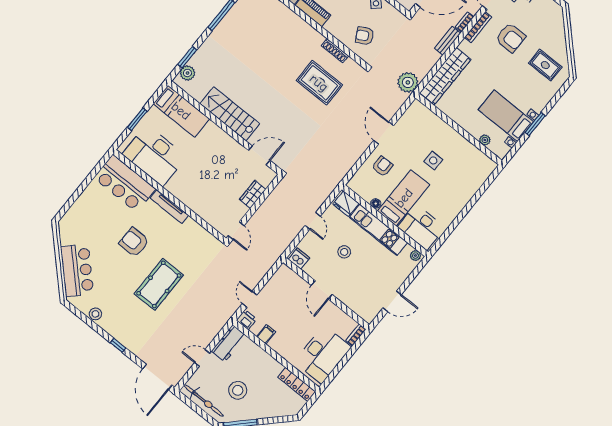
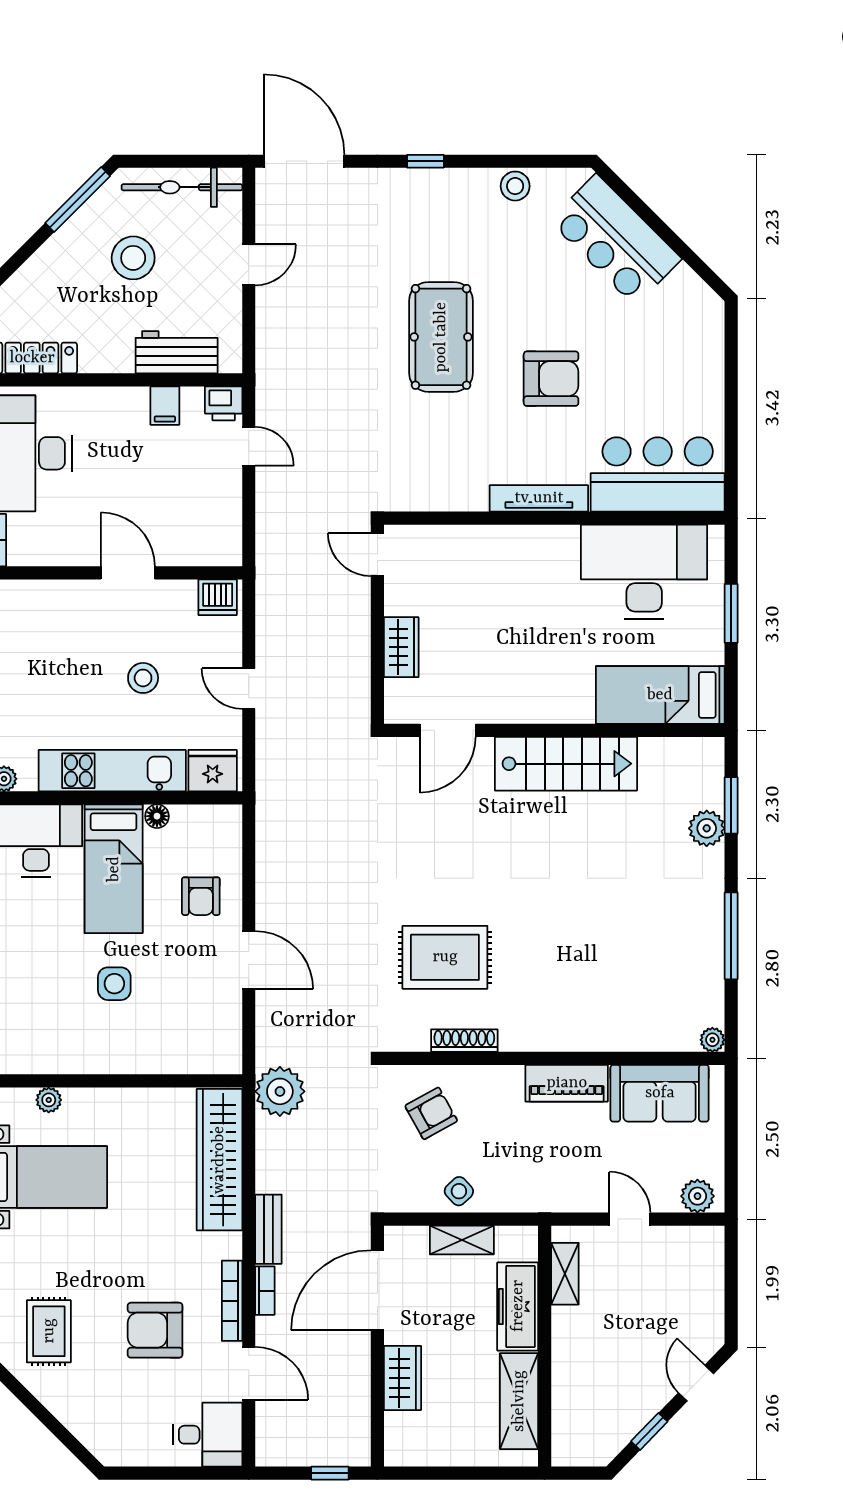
rug: (545, 65) -> (49, 1331), turned 90
plant: (187, 73) -> (707, 828), moved
workbench: (229, 343) -> (177, 352), moved, turned 90

